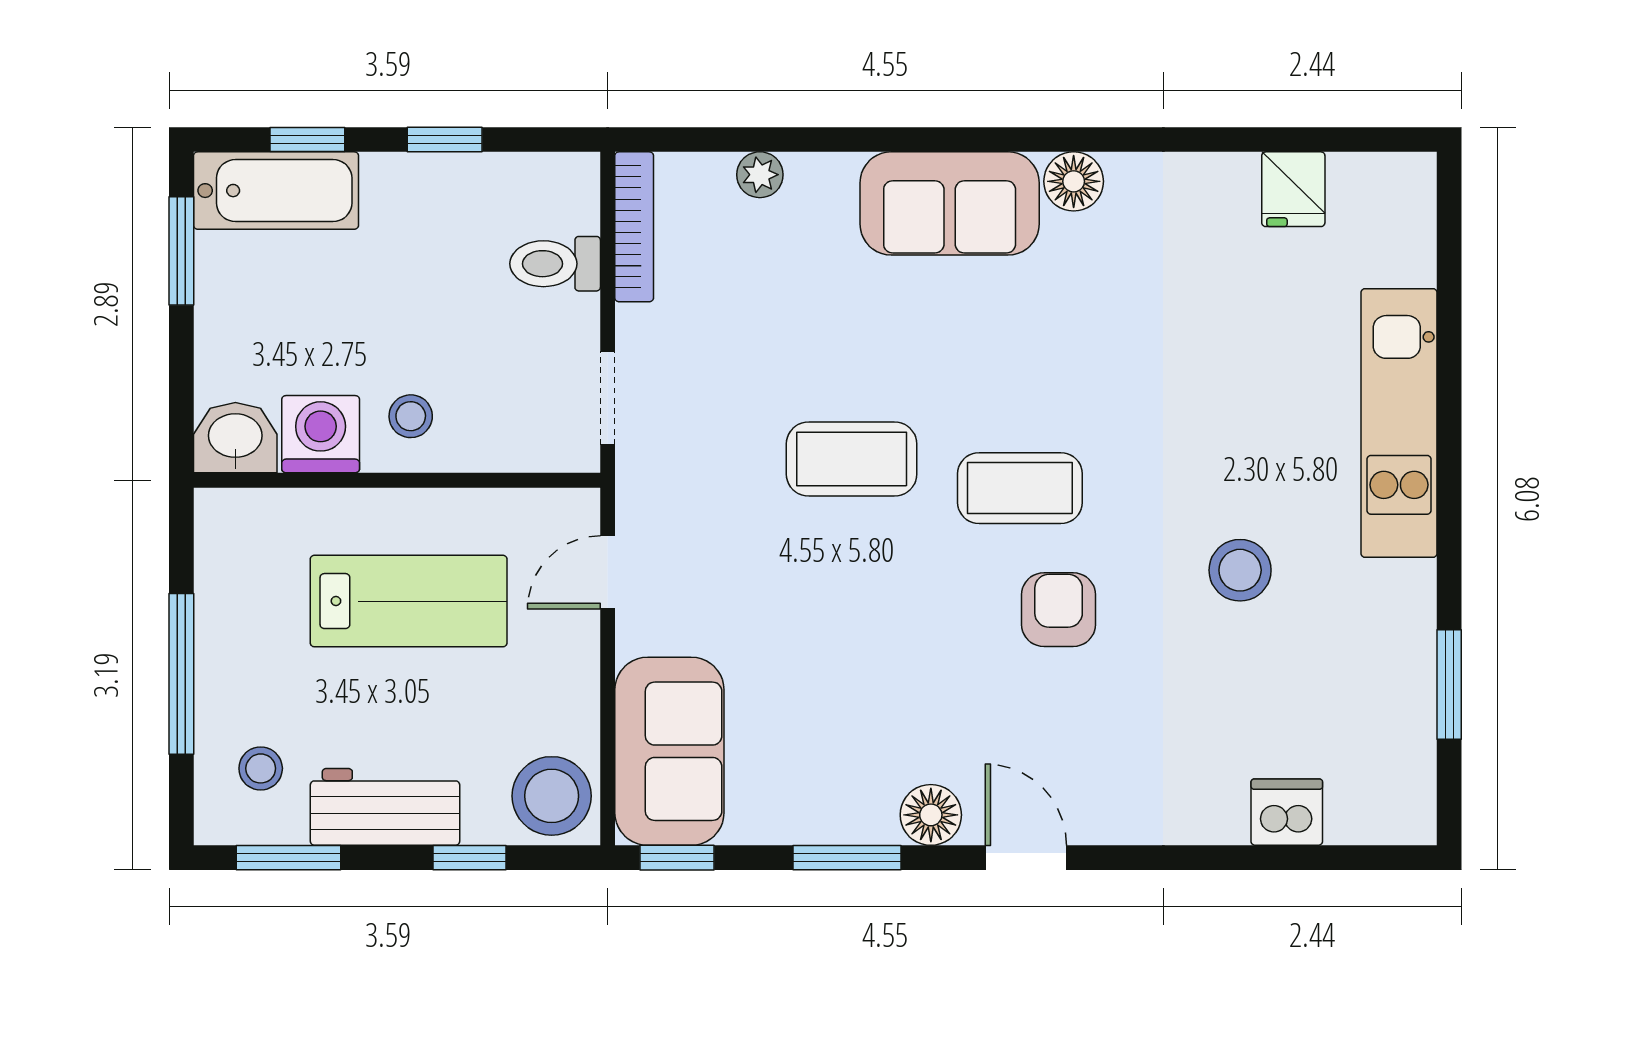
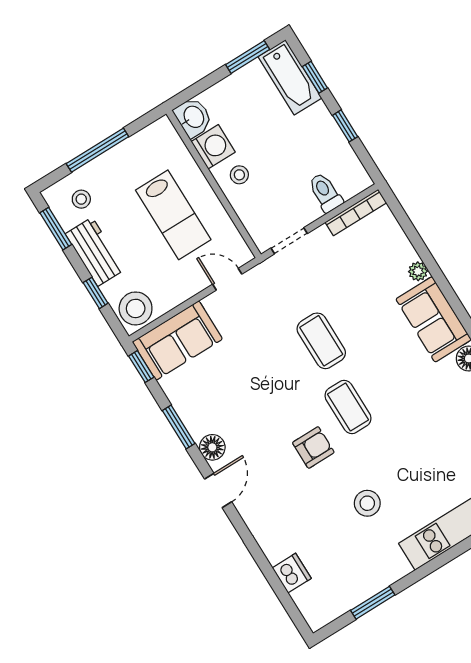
plant: (760, 175) -> (418, 271), moved

